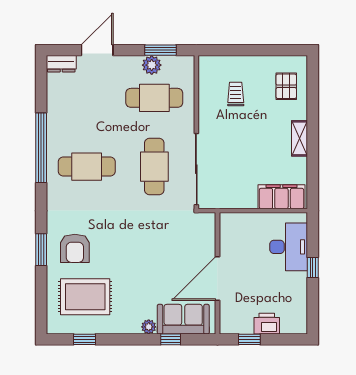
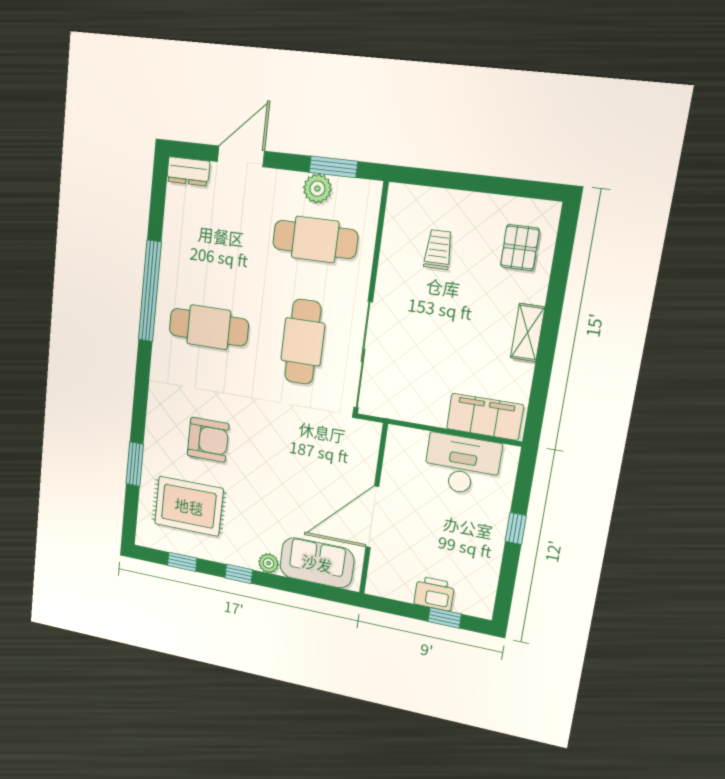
desk: (289, 247) -> (462, 465), moved, turned -90
armchair: (75, 248) -> (208, 440), moved, turned -90
window: (41, 250) -> (135, 464), moved
window: (171, 339) -> (239, 574), moved
window: (249, 339) -> (445, 618), moved

